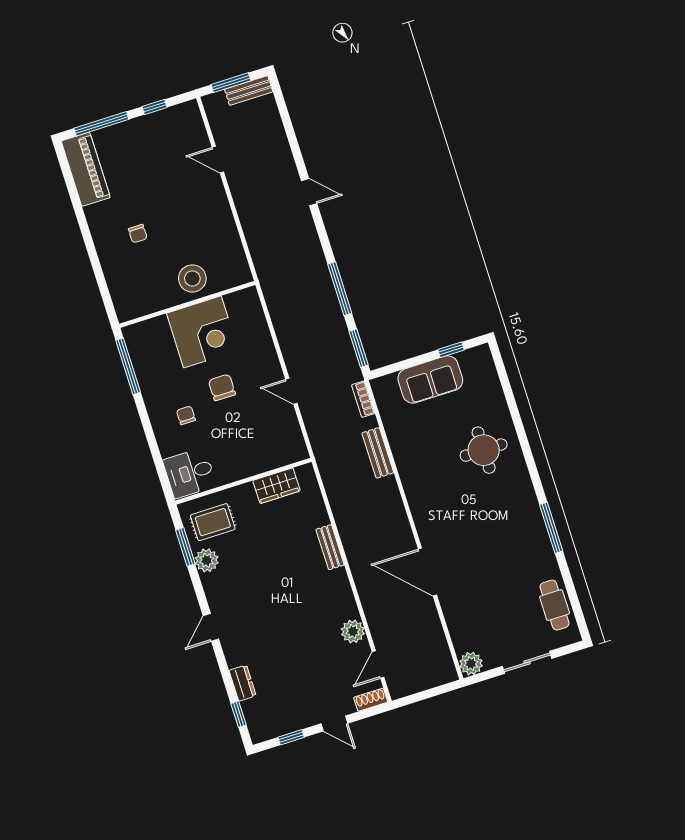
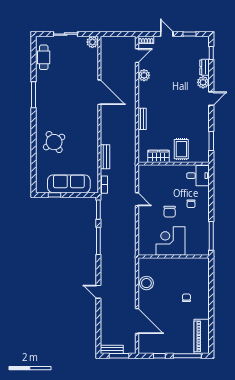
door: (218, 160) -> (137, 321), width x1.88
stool: (192, 278) -> (146, 283), moved
sofa: (430, 379) -> (69, 184), width x1.36
round table: (484, 450) -> (54, 142), turned -33
rug: (213, 522) -> (181, 149), moved, turned 90
plant: (207, 560) -> (203, 82), moved

